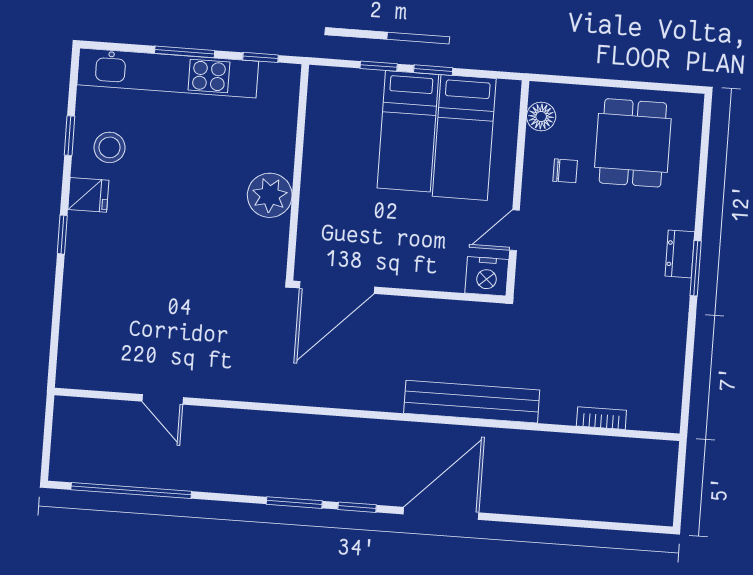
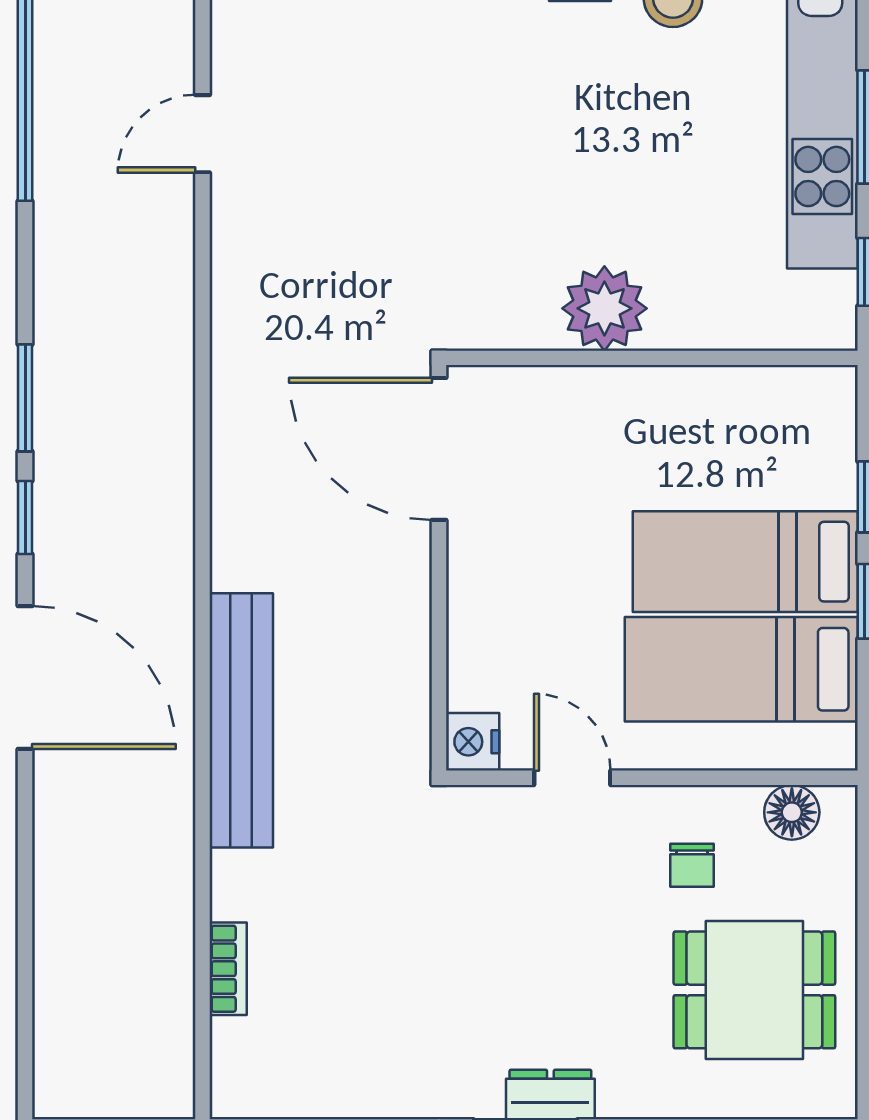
nightstand: (487, 276) -> (473, 742), width x0.74, depth x0.75

